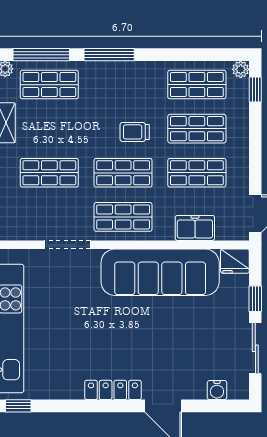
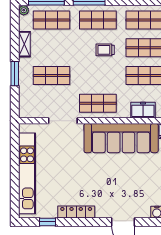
shop shelf: (123, 173) -> (98, 20), moved
locker: (113, 390) -> (76, 212), moved
window: (18, 406) -> (47, 222), moved

